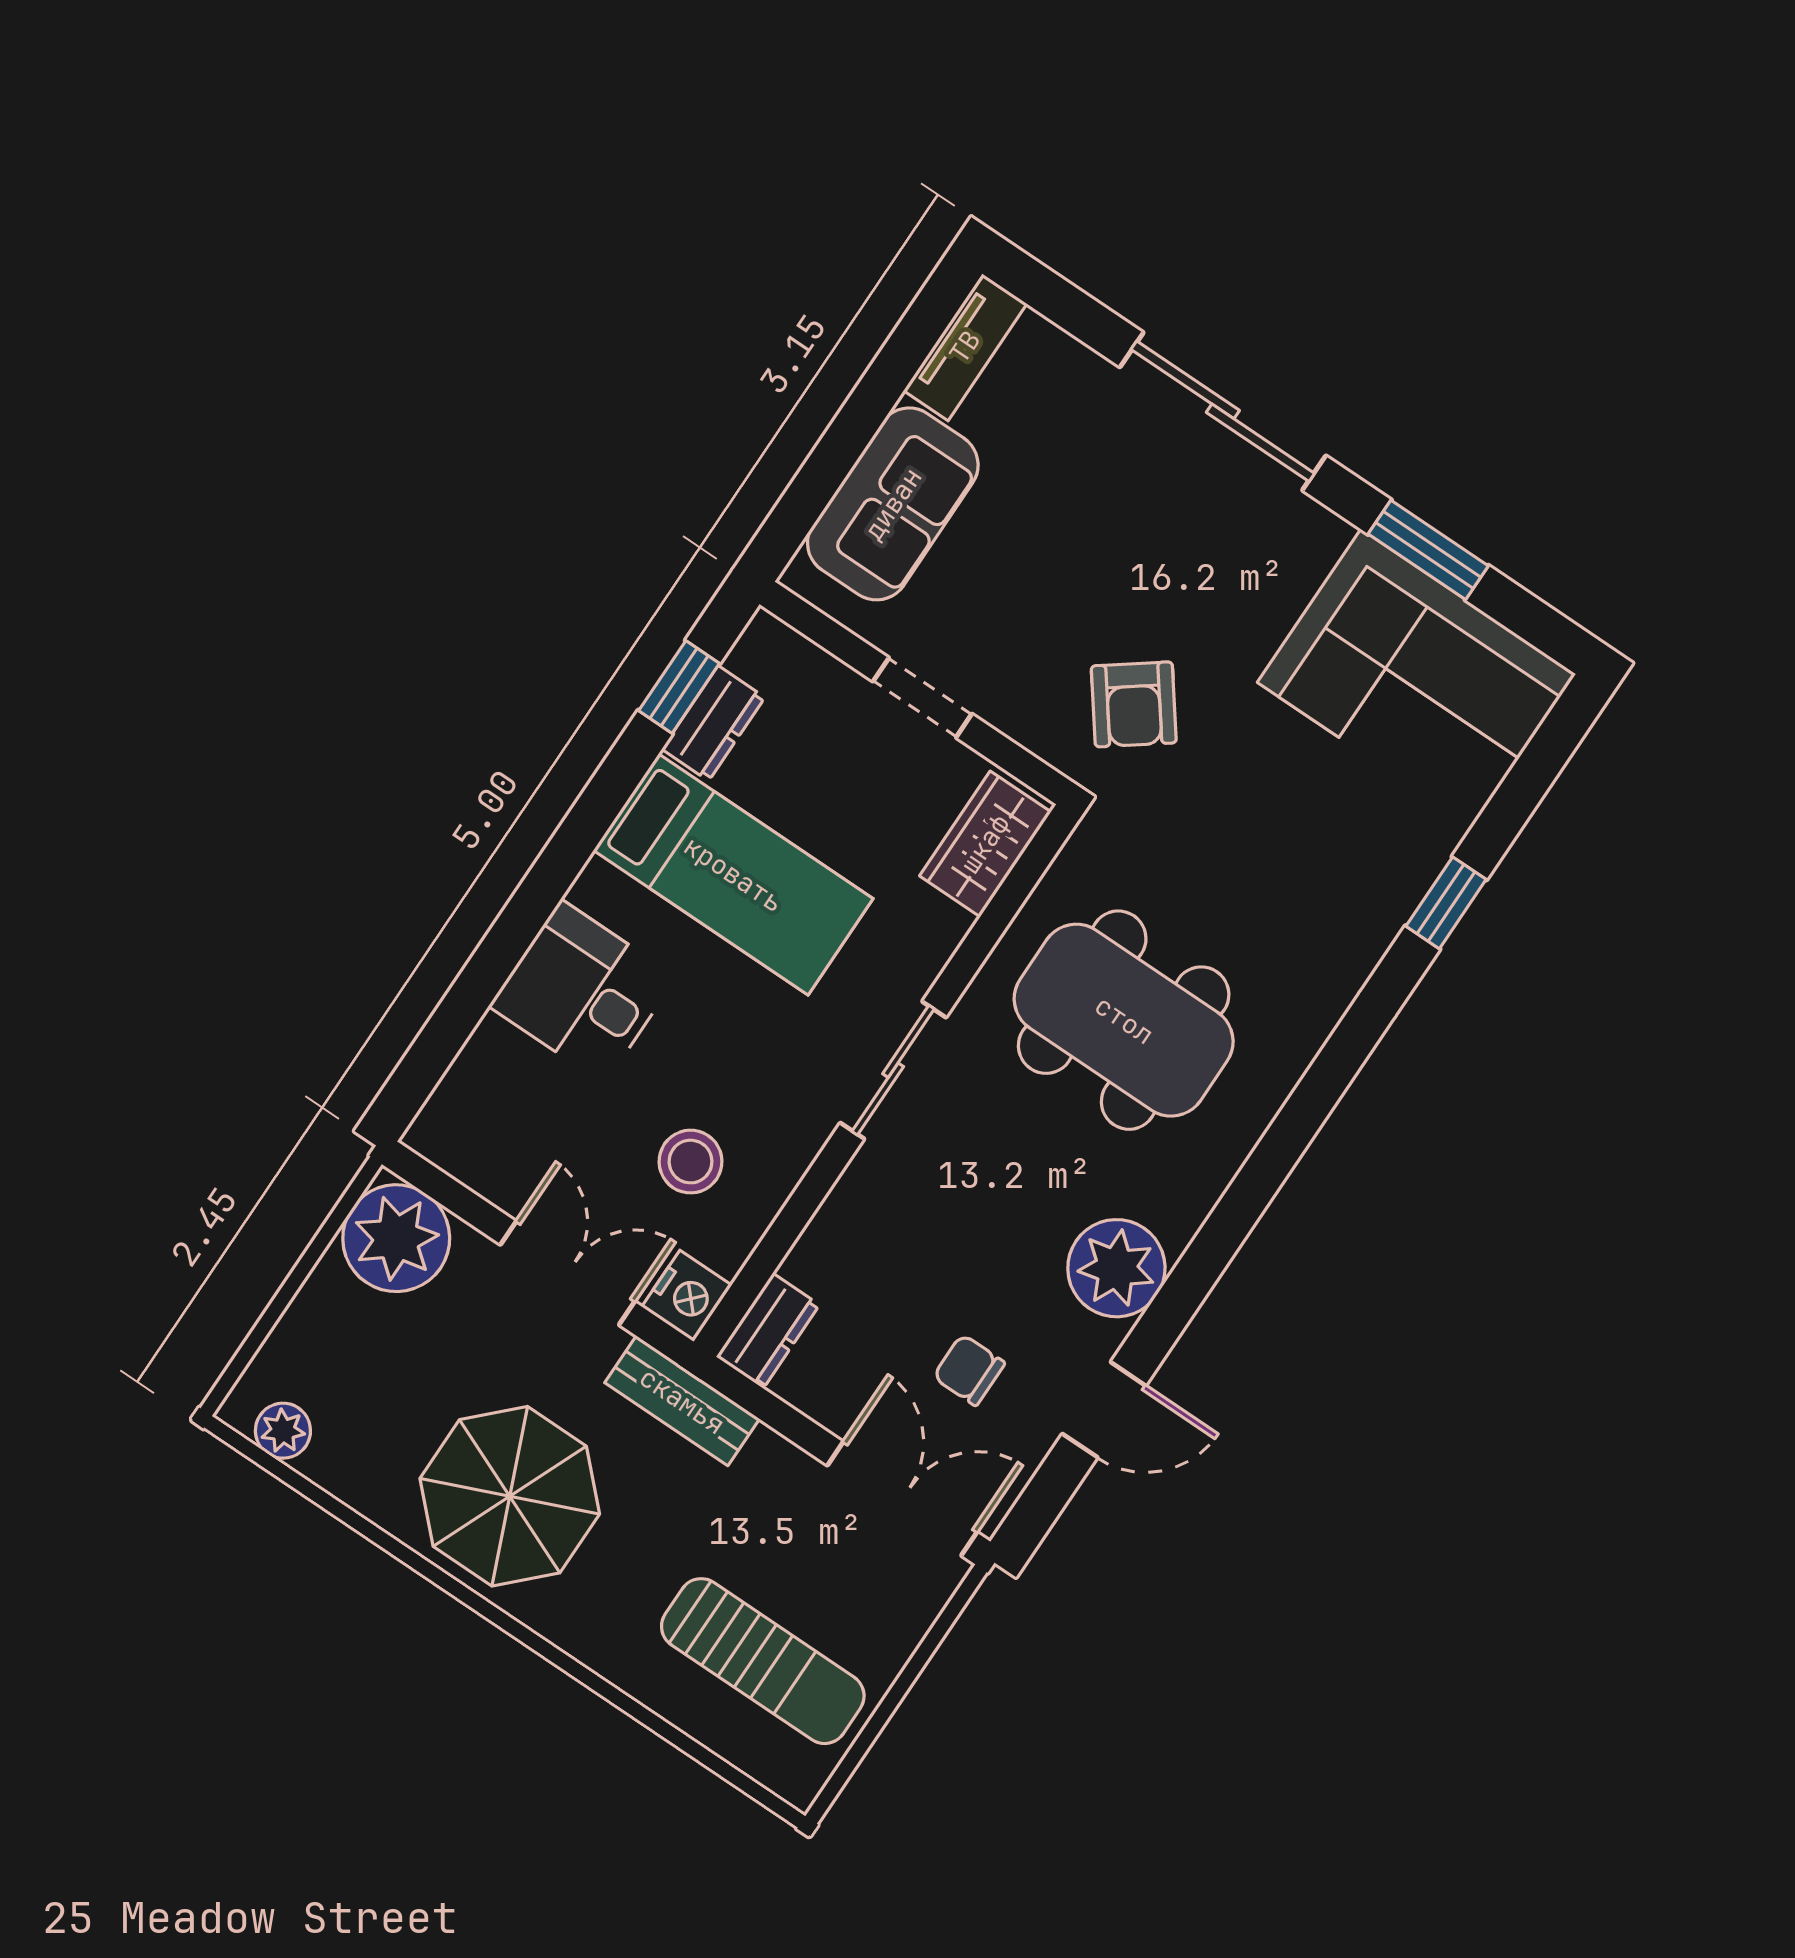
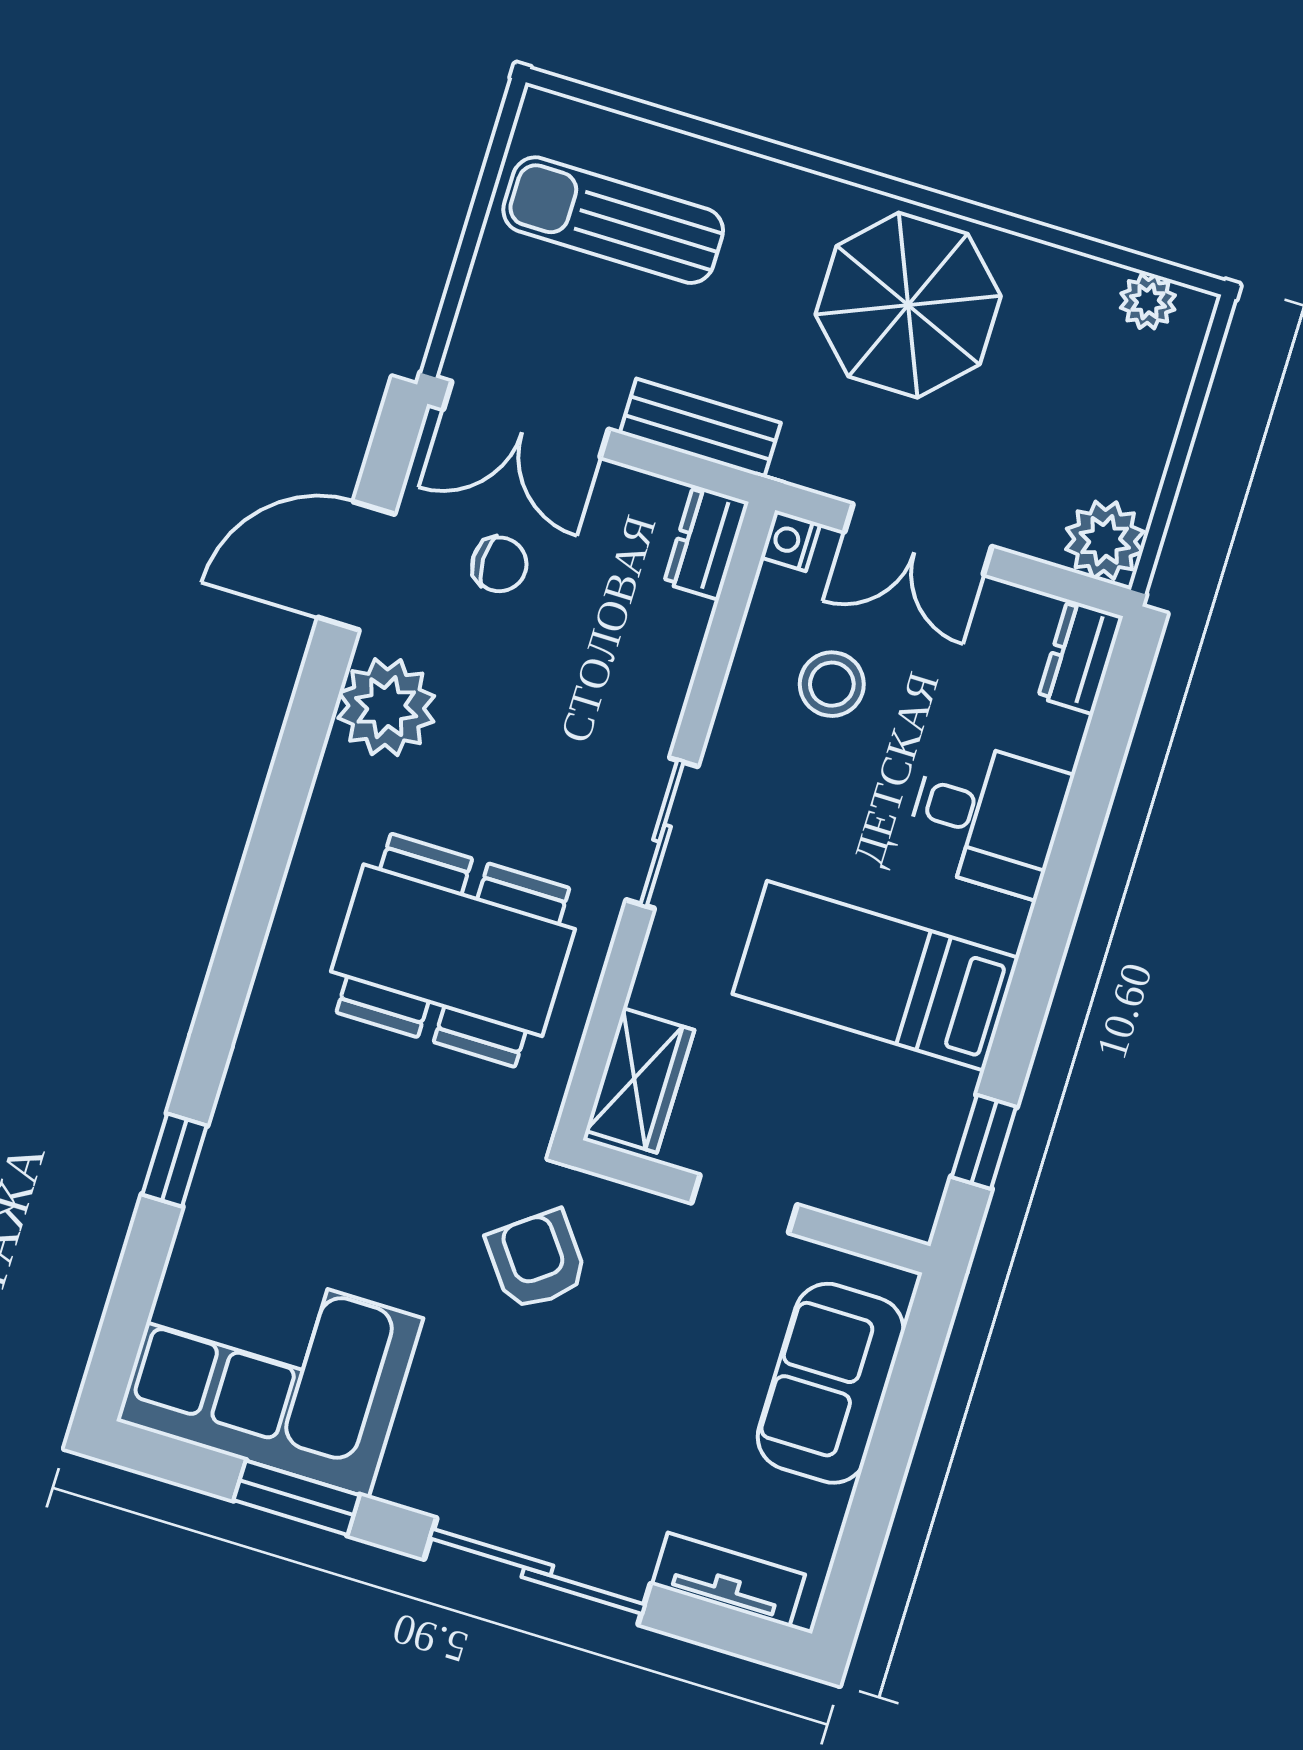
tv unit: (965, 347) -> (729, 1580), moved, turned 90
dresser: (713, 723) -> (1080, 657), moved
plant: (396, 1238) -> (1105, 540), width x0.73, depth x0.73
nightstand: (687, 1296) -> (790, 541), width x0.72, depth x0.74
bench: (682, 1401) -> (700, 428), moved
door: (1104, 1410) -> (356, 566), width x1.38

